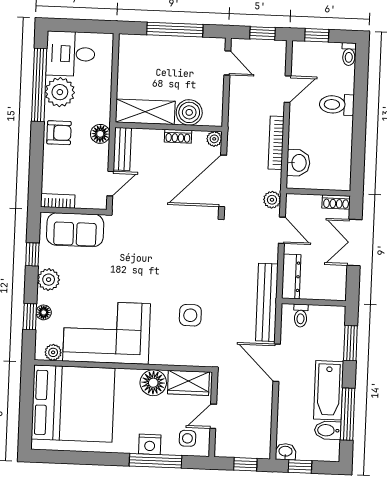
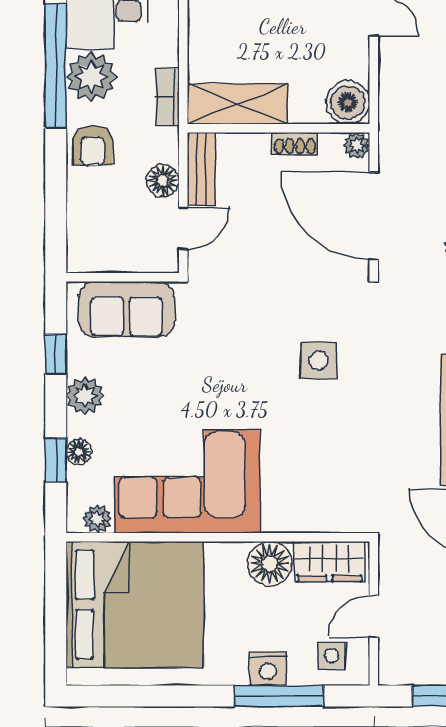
boiler: (189, 112) -> (348, 102), moved
armchair: (59, 133) -> (93, 146), turned 90
floor lamp: (100, 134) -> (163, 181), moved
door: (223, 181) -> (374, 216), hinge flipped
bookcase: (58, 201) -> (168, 97), moved, turned -90
side table: (190, 315) -> (319, 360), moved

